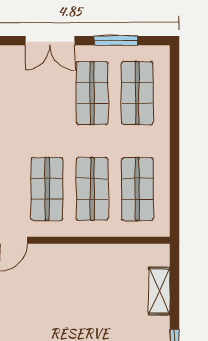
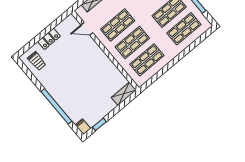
shelving: (159, 291) -> (124, 94), moved

